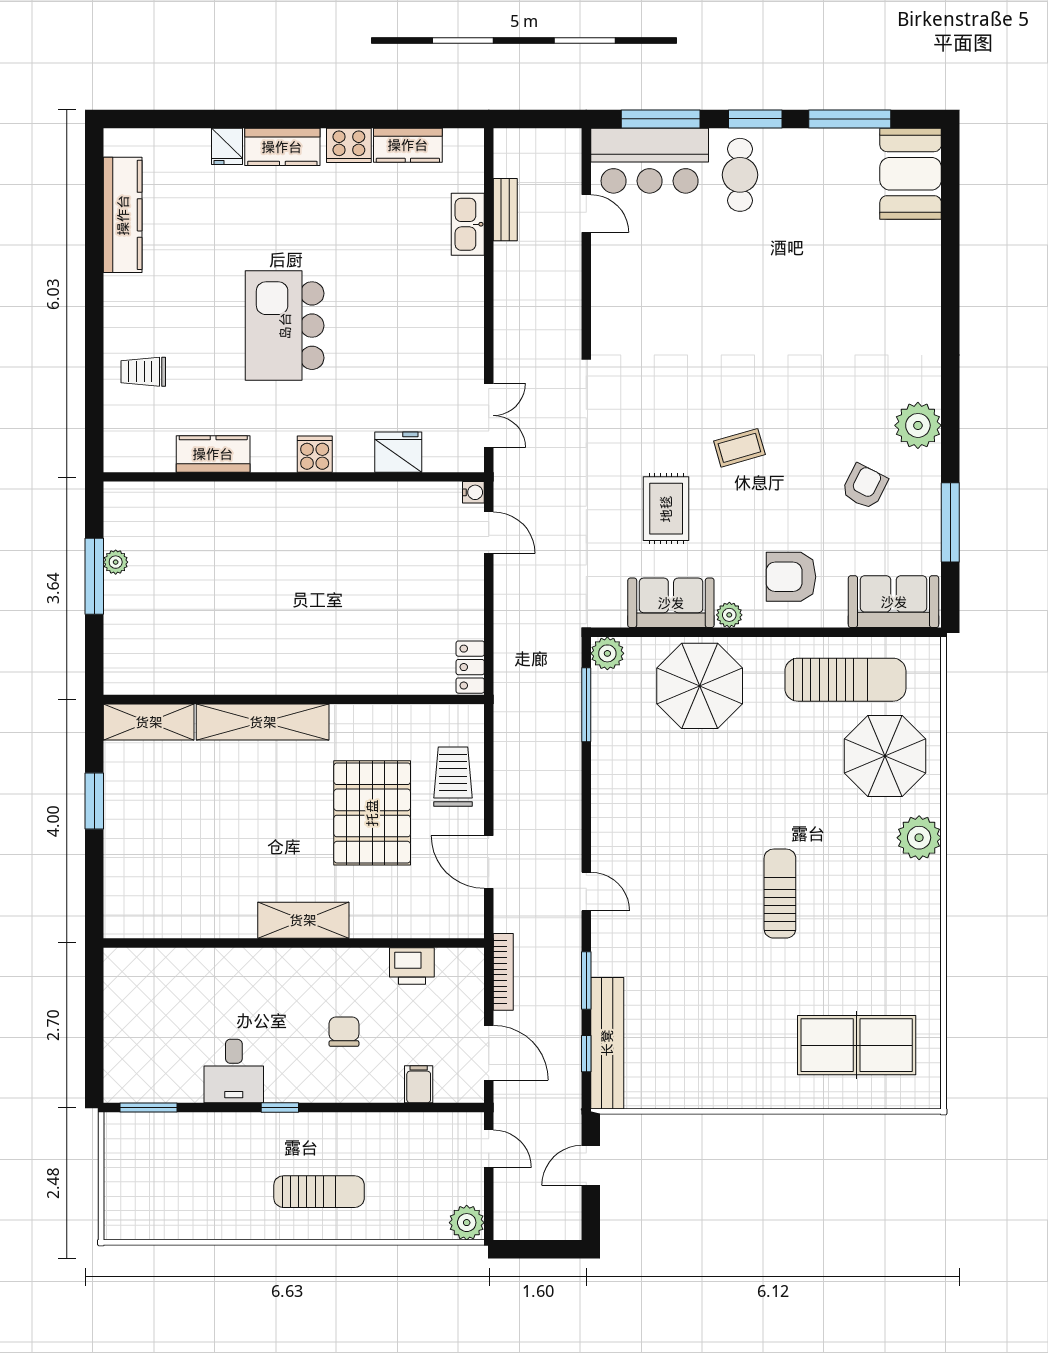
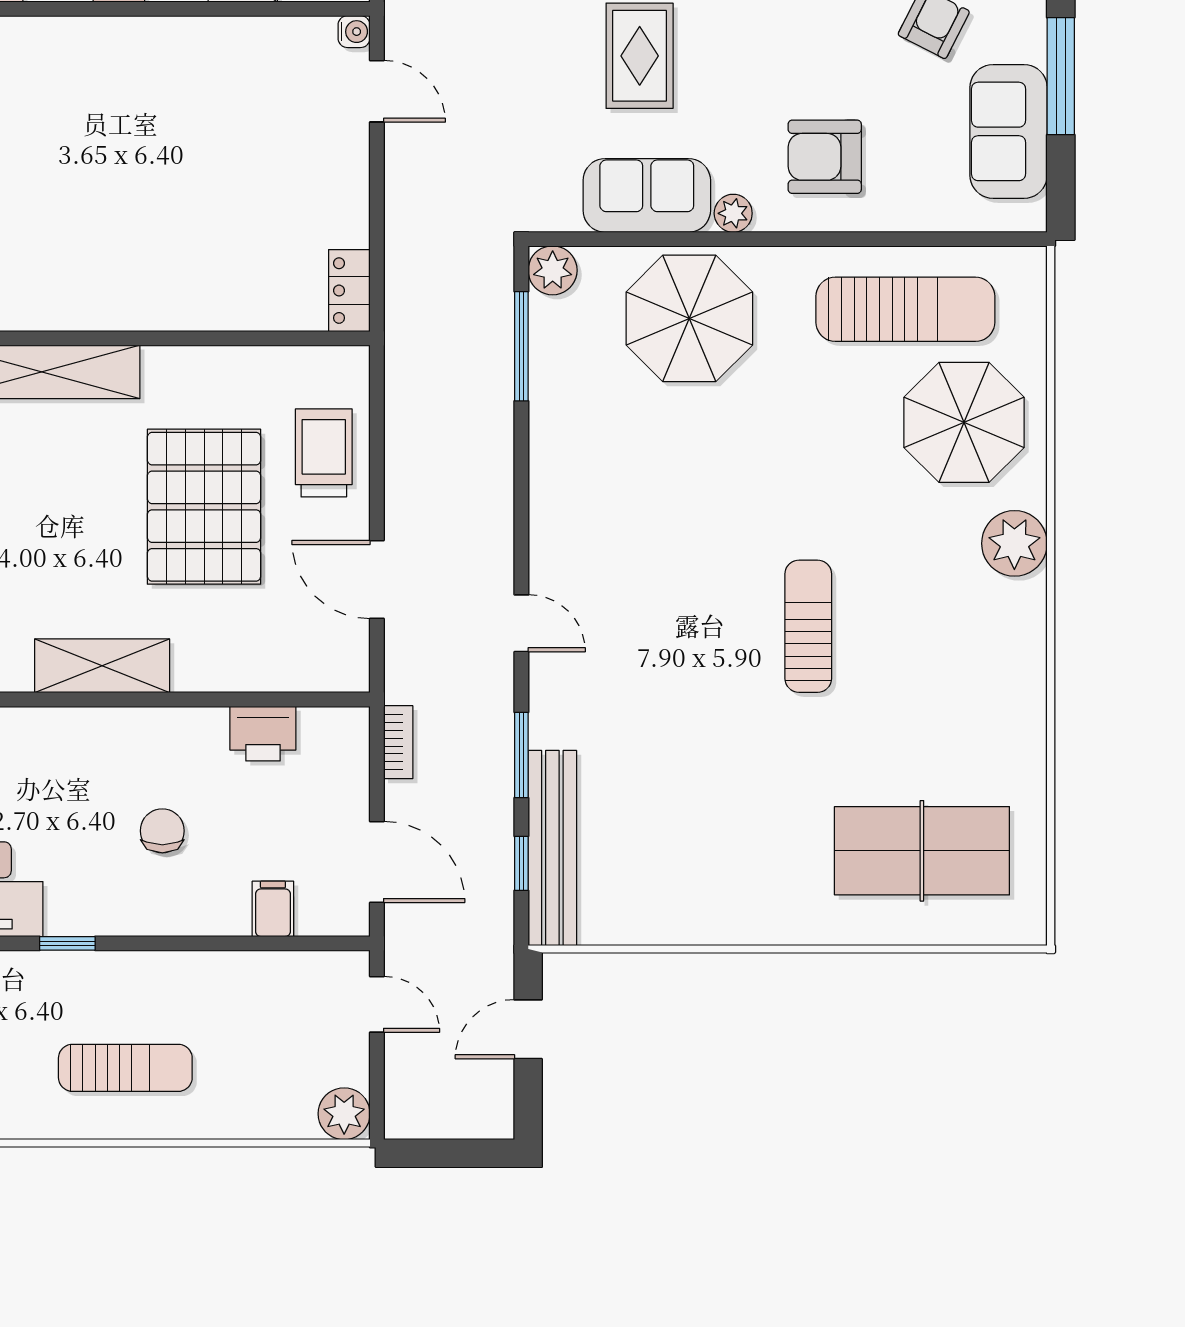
sofa: (894, 602) -> (1009, 131), moved, turned -90
bookcase: (503, 972) -> (398, 742), width x0.64

